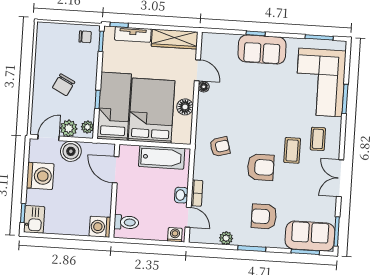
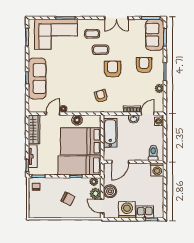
sofa: (262, 49) -> (37, 79), width x1.36
armchair: (264, 216) -> (144, 65), turned 180
kitchen sink: (34, 219) -> (145, 212), moved

